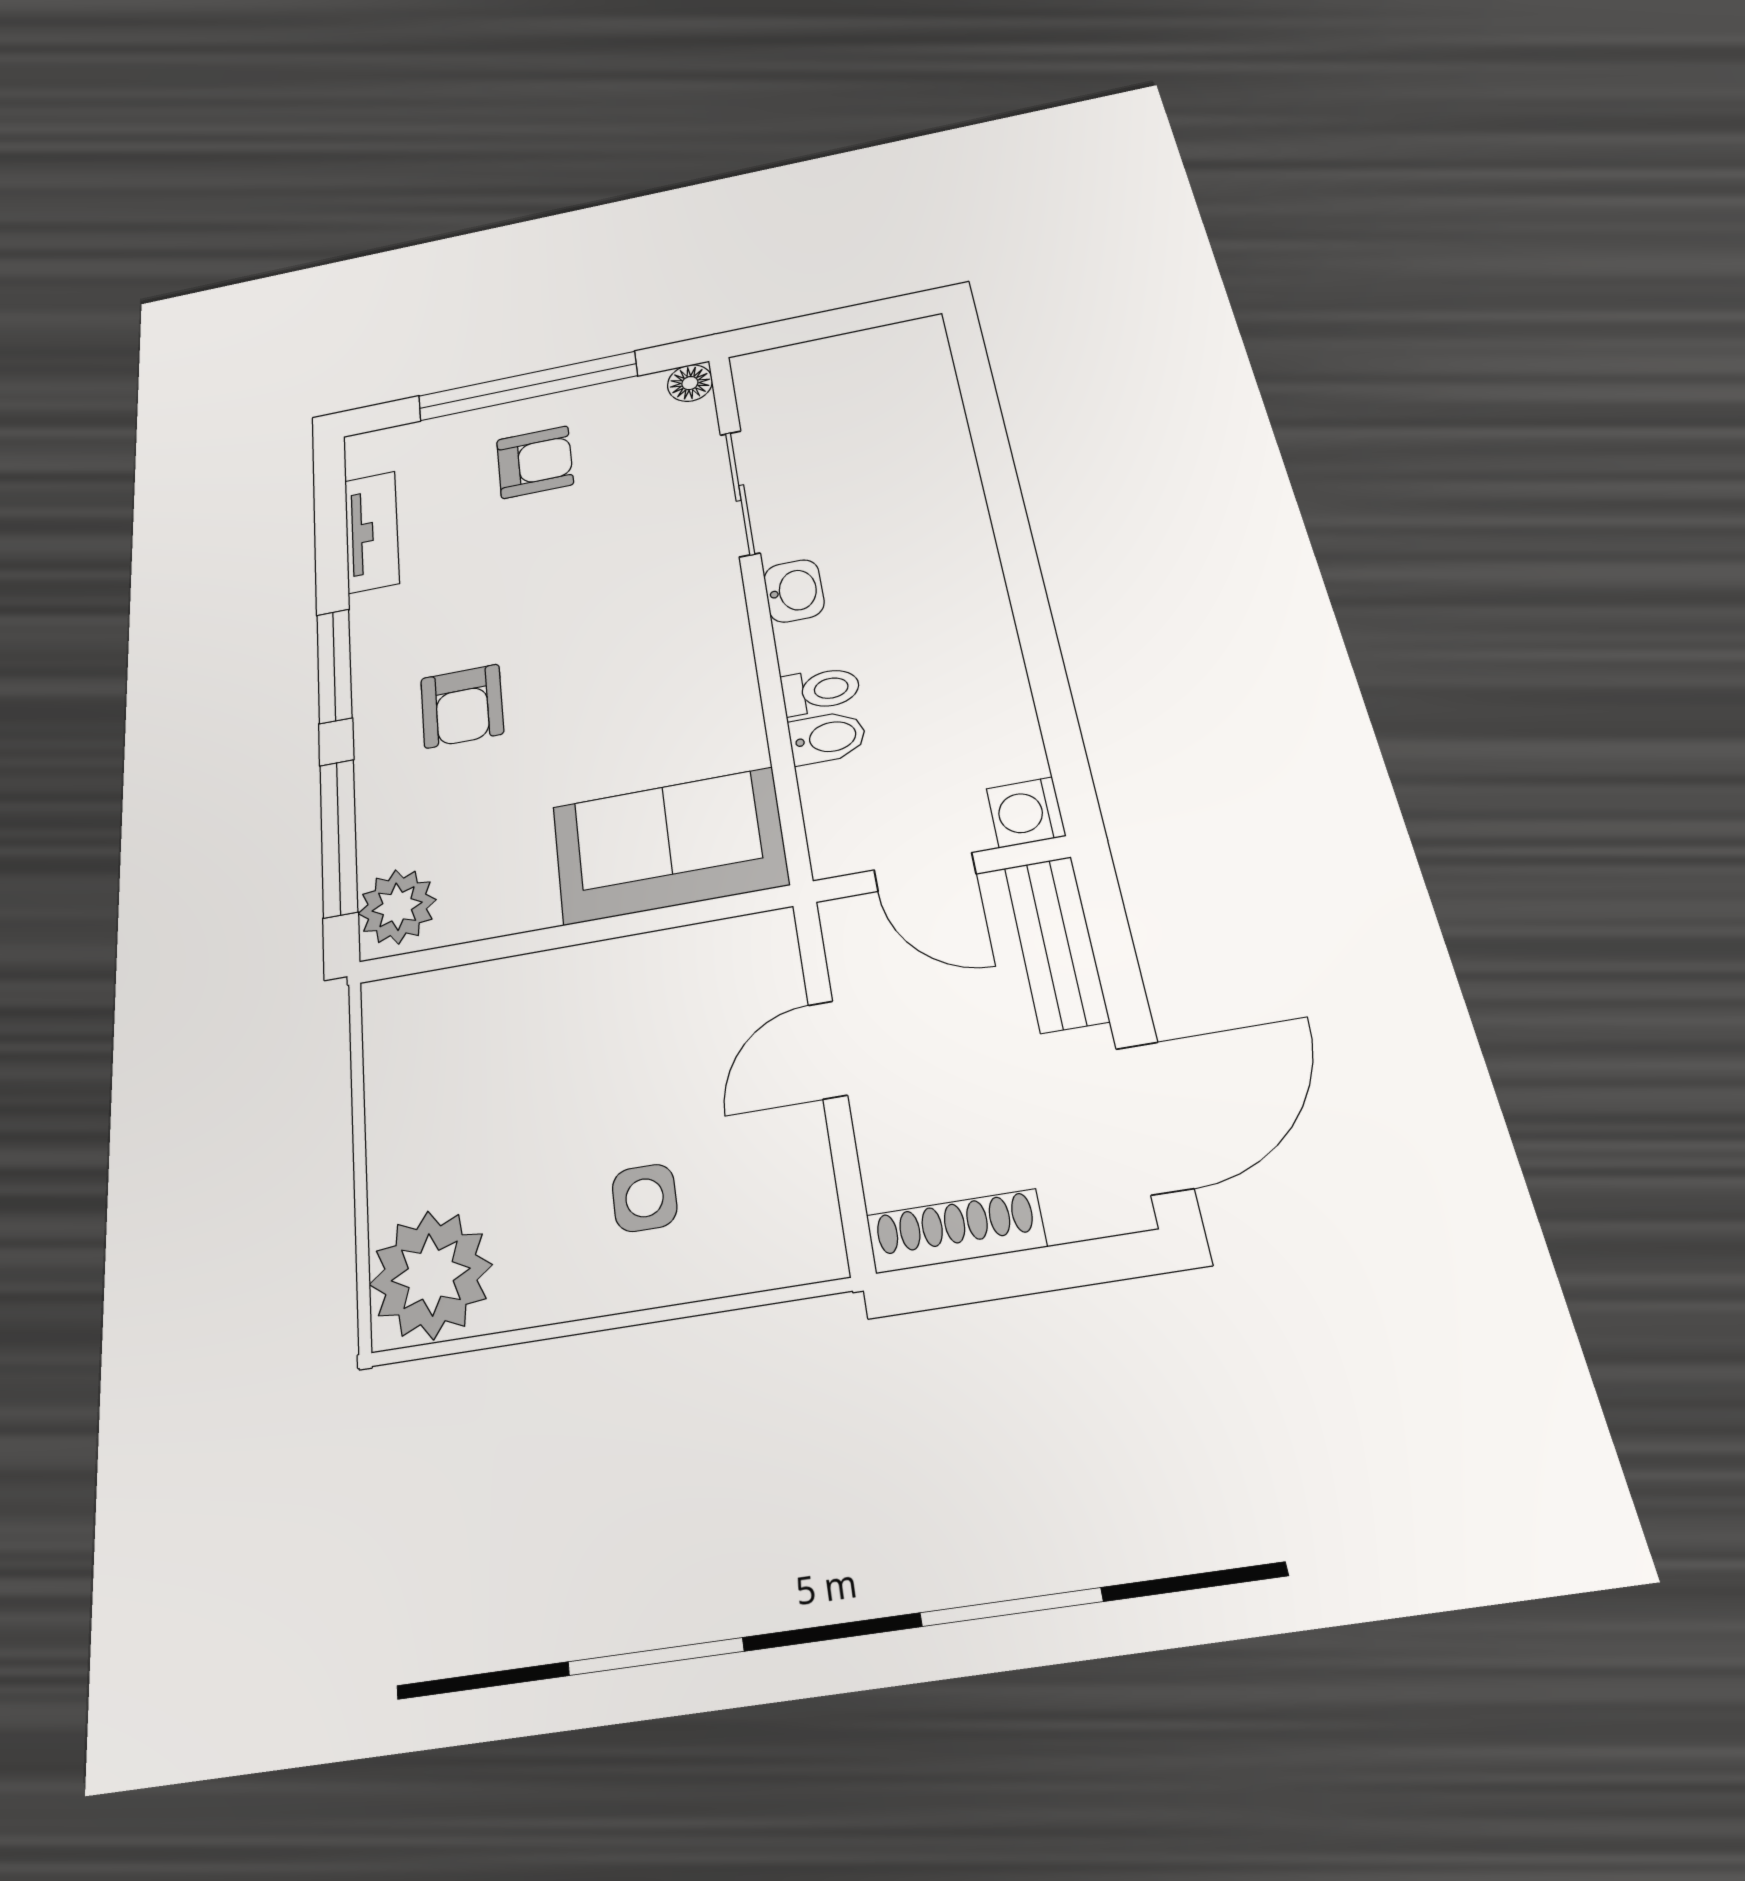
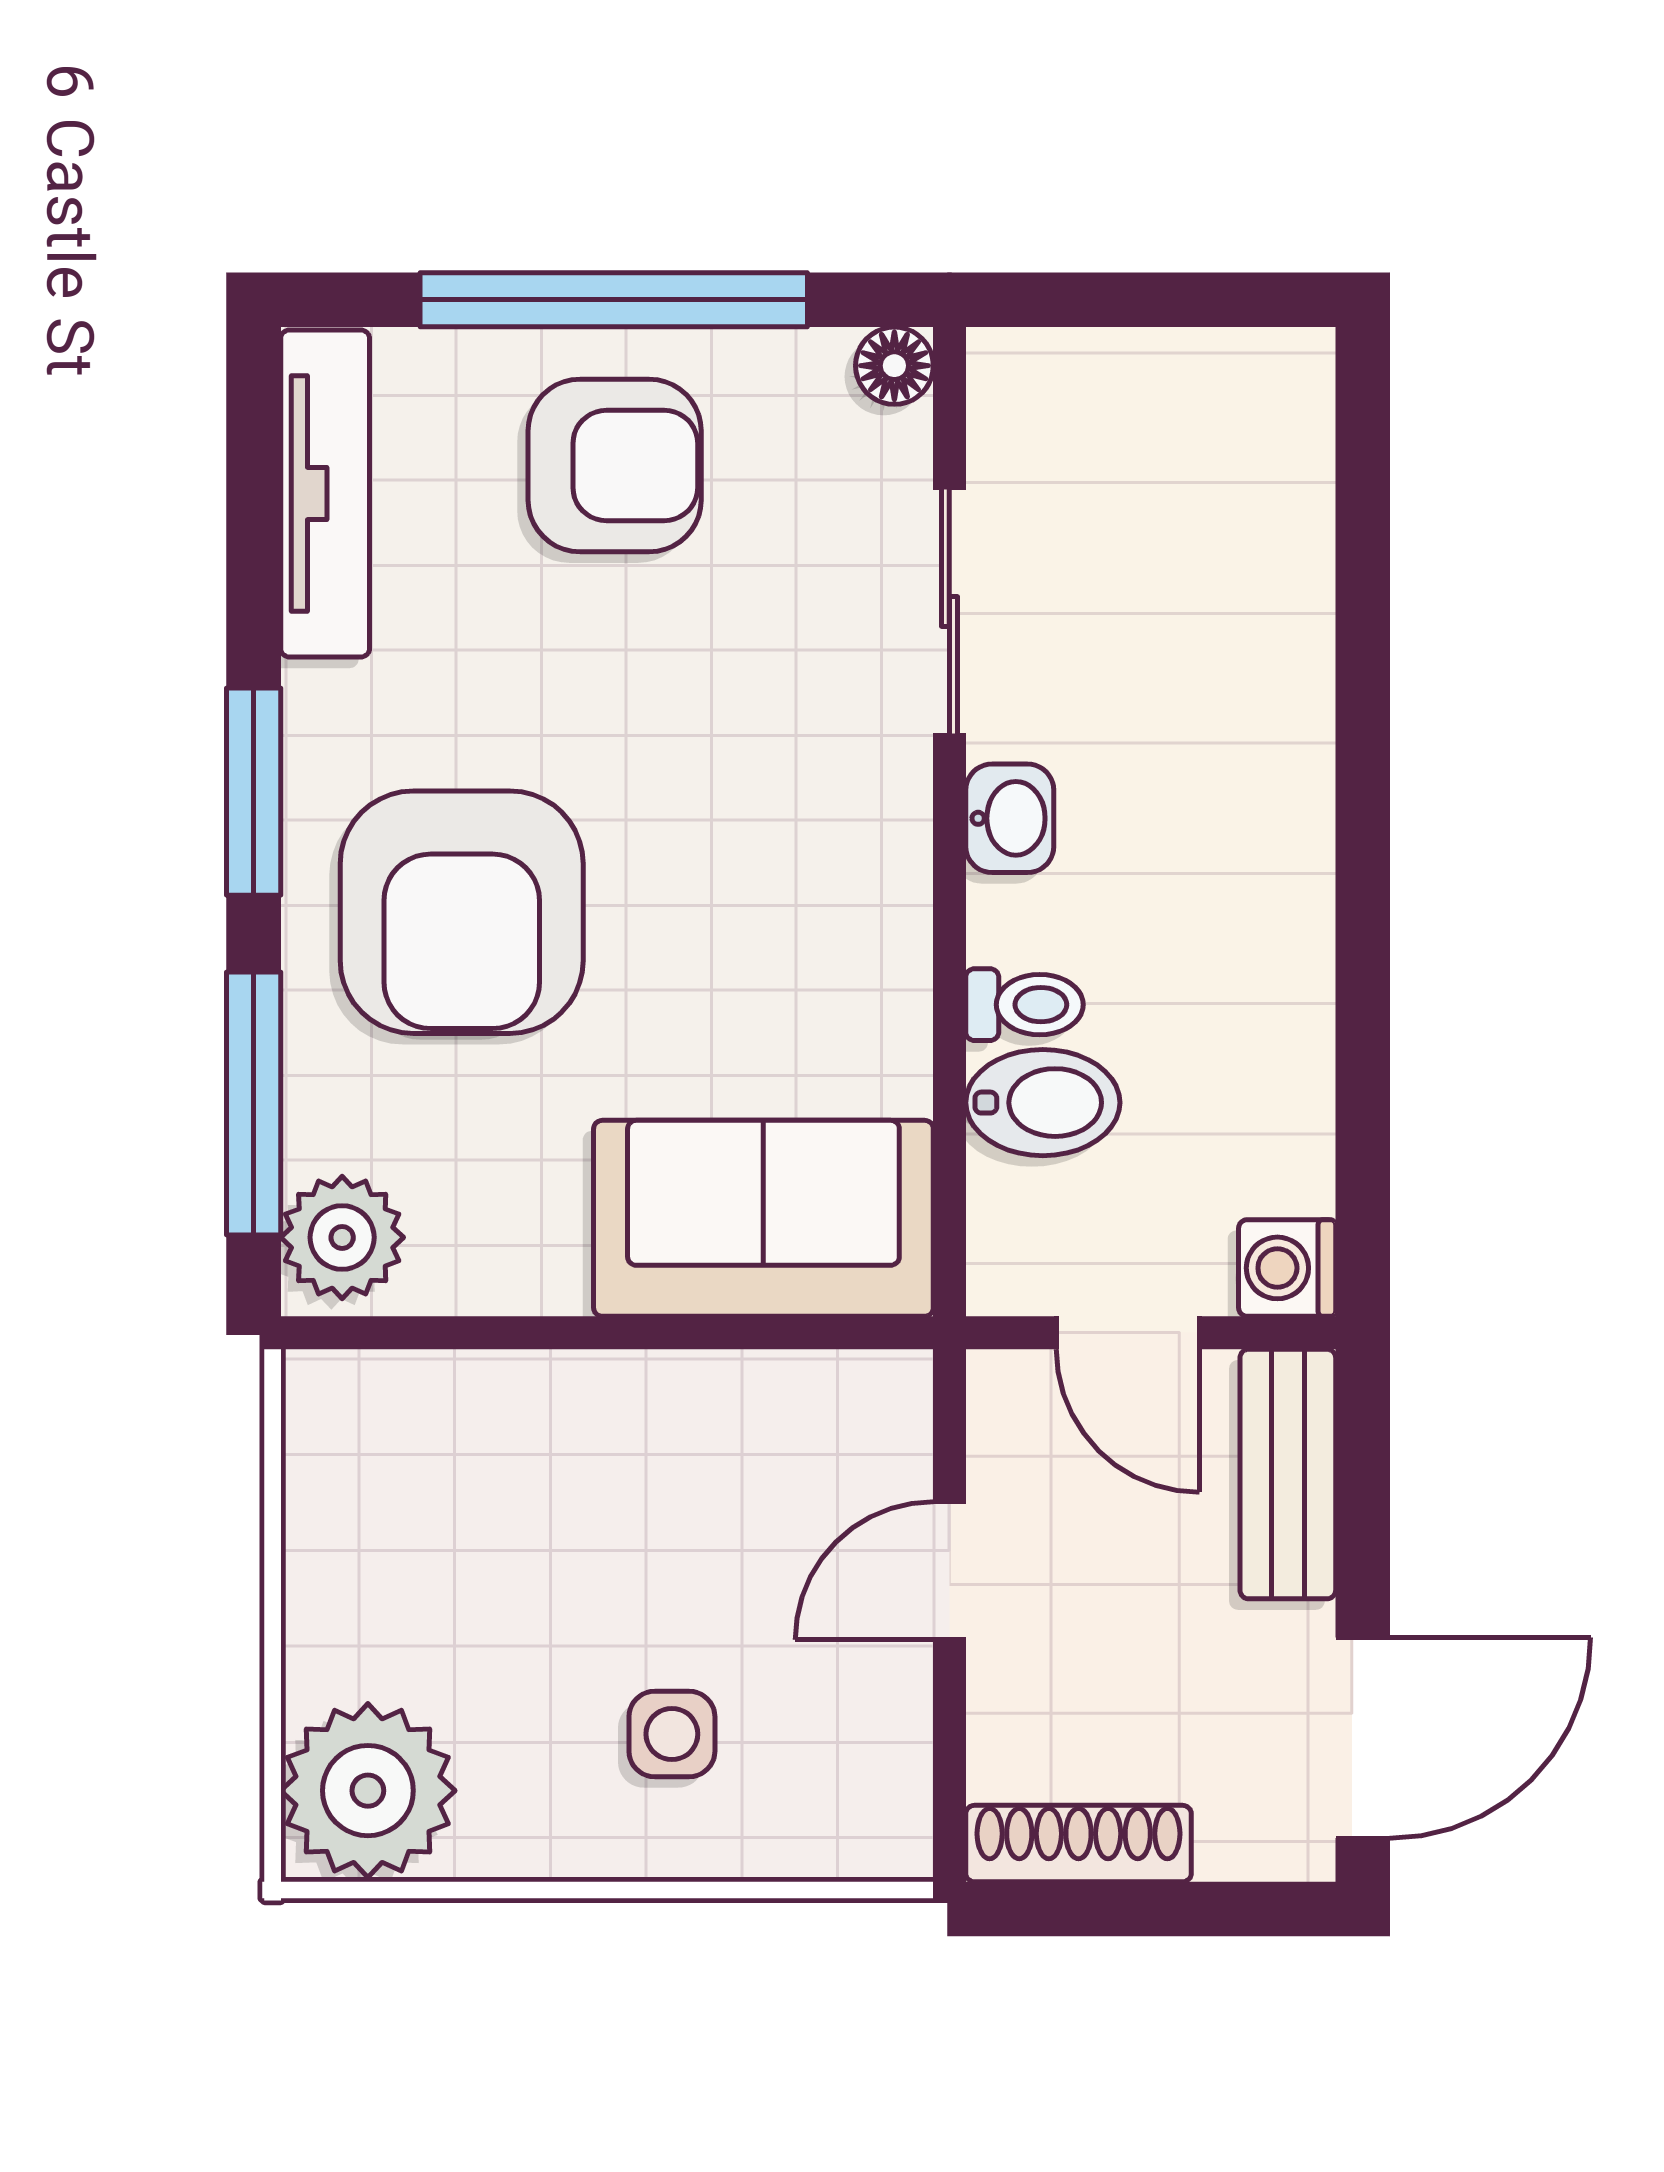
armchair: (535, 462) -> (615, 465), width x1.38, depth x1.38
tv unit: (372, 532) -> (325, 494), width x1.41
armchair: (462, 706) -> (462, 912), width x1.88, depth x1.88
bidet: (827, 738) -> (1043, 1103), width x1.38, depth x1.36

